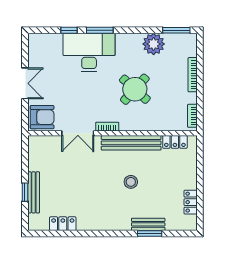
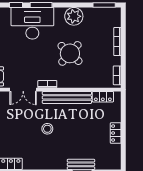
plant: (154, 44) -> (74, 16), moved
stool: (131, 182) -> (47, 129), moved
locker: (191, 202) -> (116, 133), moved

